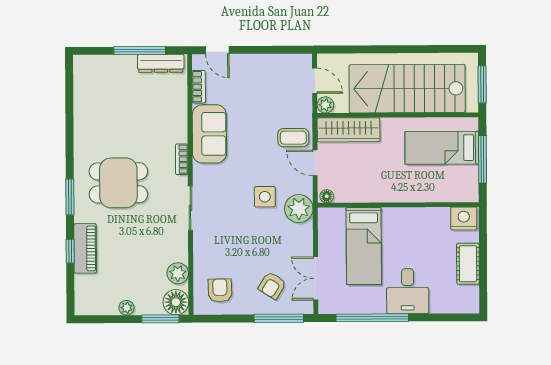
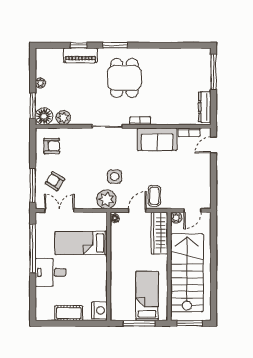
window: (140, 51) -> (214, 72), moved

